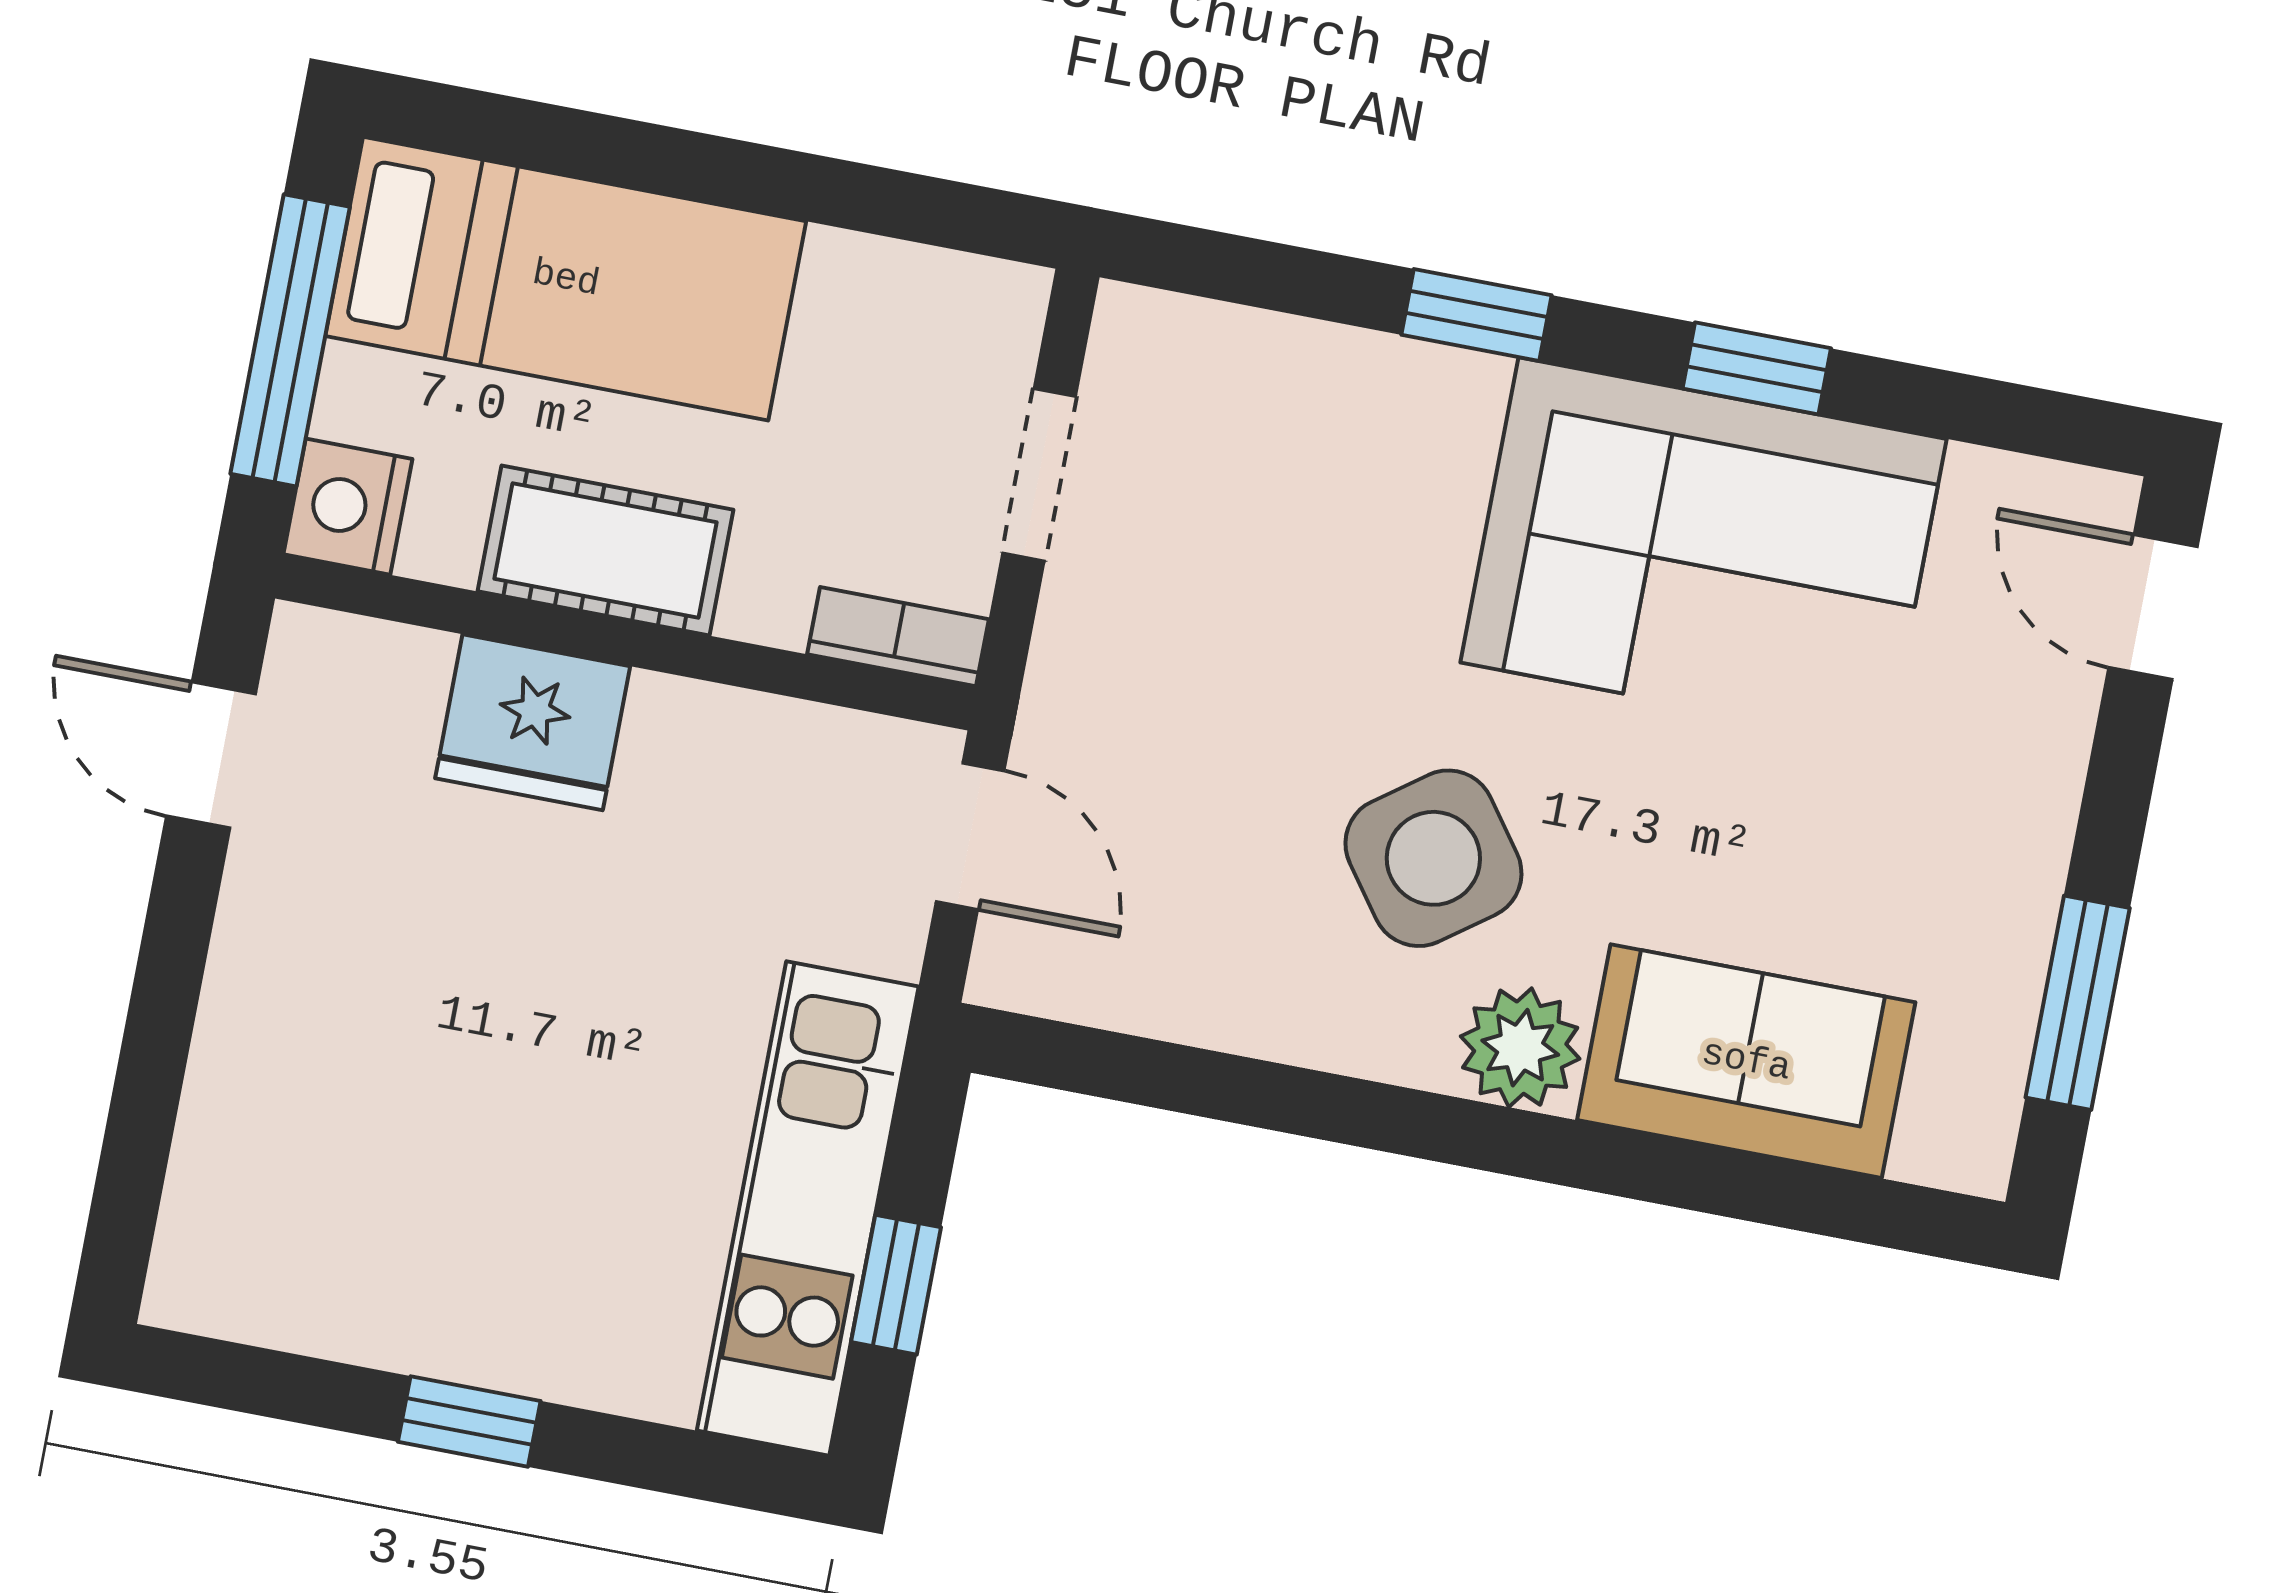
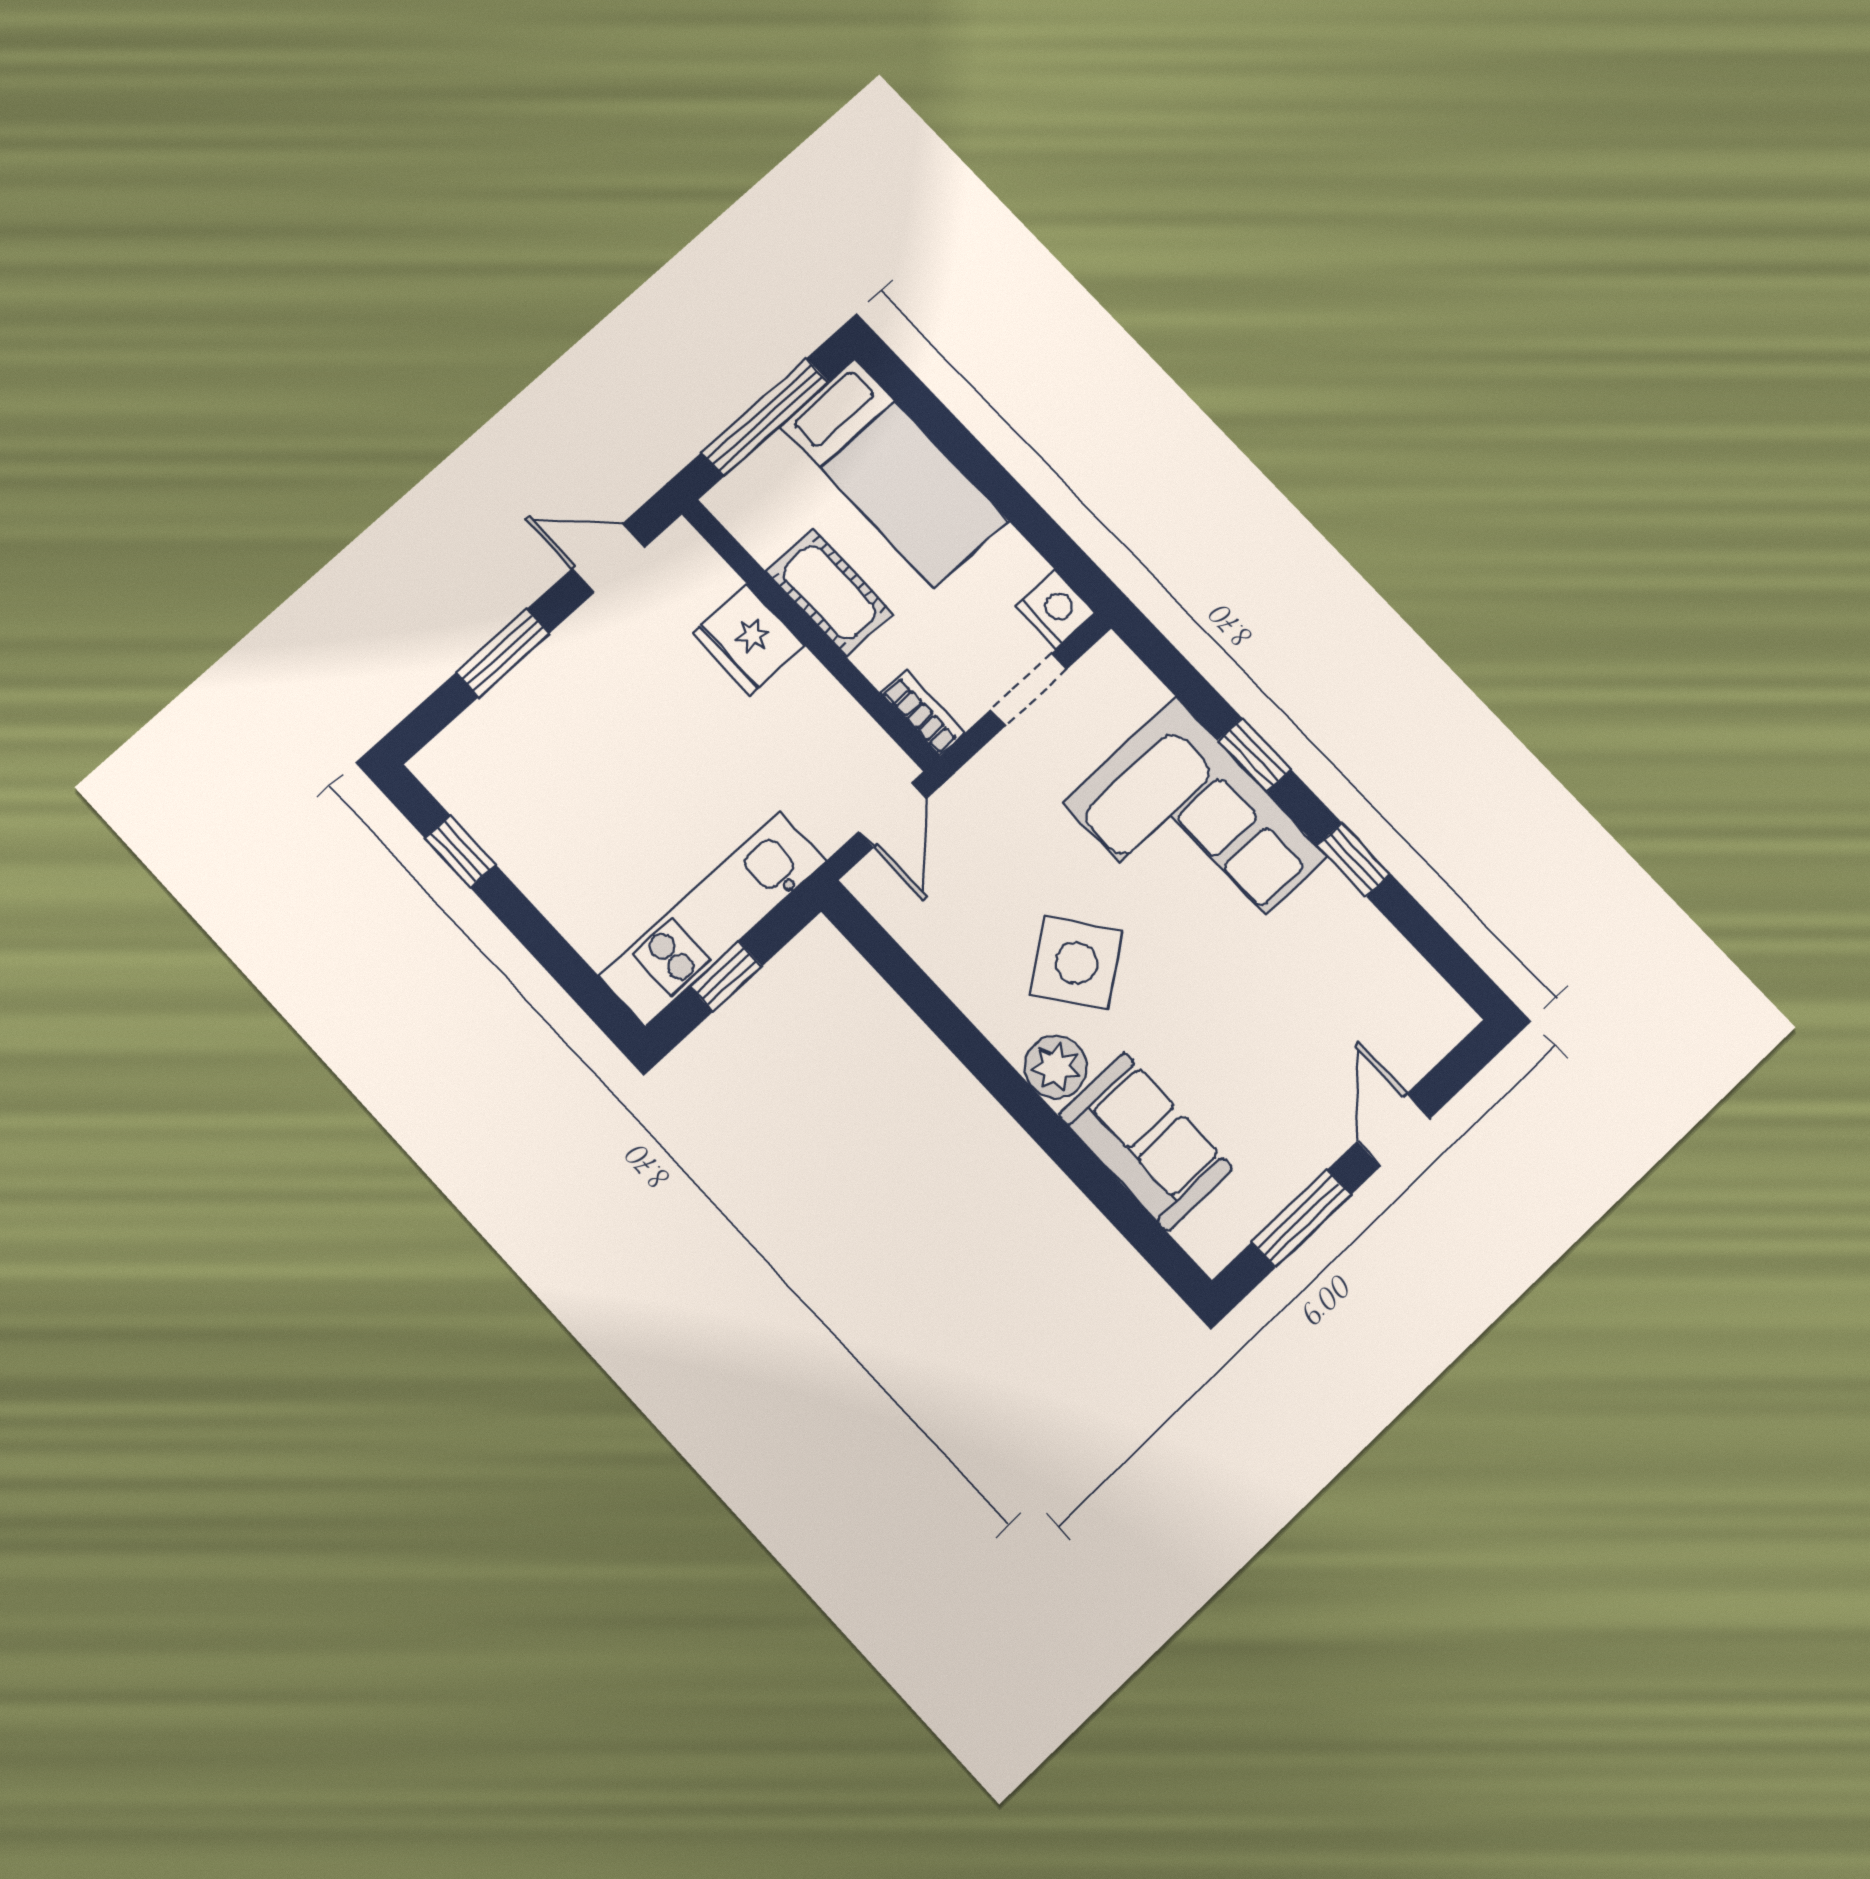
nightstand: (348, 507) -> (1056, 609), moved, turned 90
corner sofa: (1703, 551) -> (1195, 829), moved
door: (2153, 607) -> (1394, 1130), moved
door: (211, 755) -> (609, 558), hinge flipped
window: (158, 1032) -> (503, 653), added
window: (469, 1421) -> (460, 851), moved

